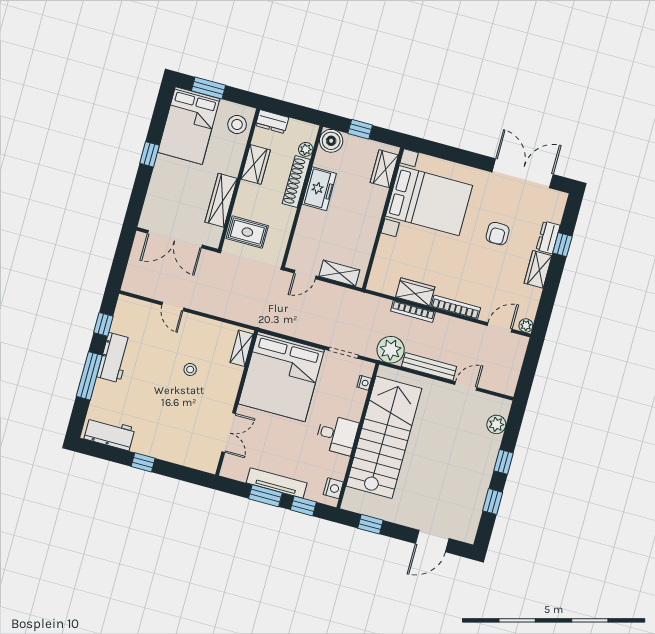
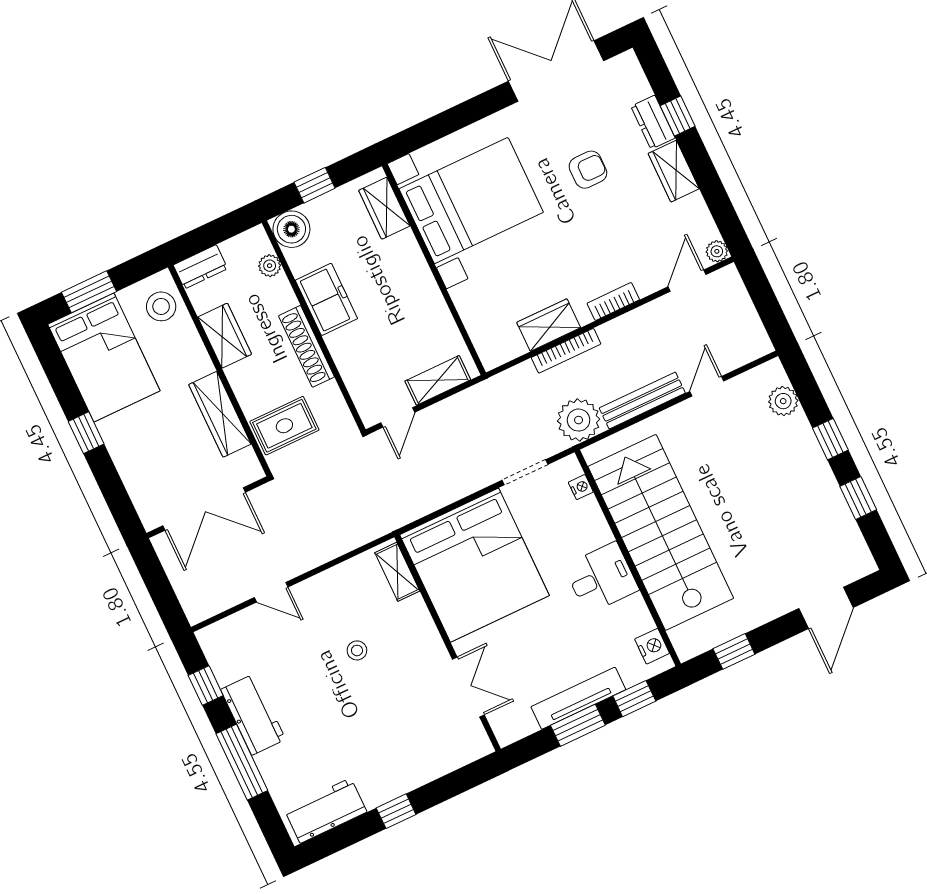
shoe rack: (296, 182) -> (307, 346), moved
armchair: (498, 234) -> (588, 170), turned -90
bookcase: (456, 307) -> (613, 301), width x0.64

